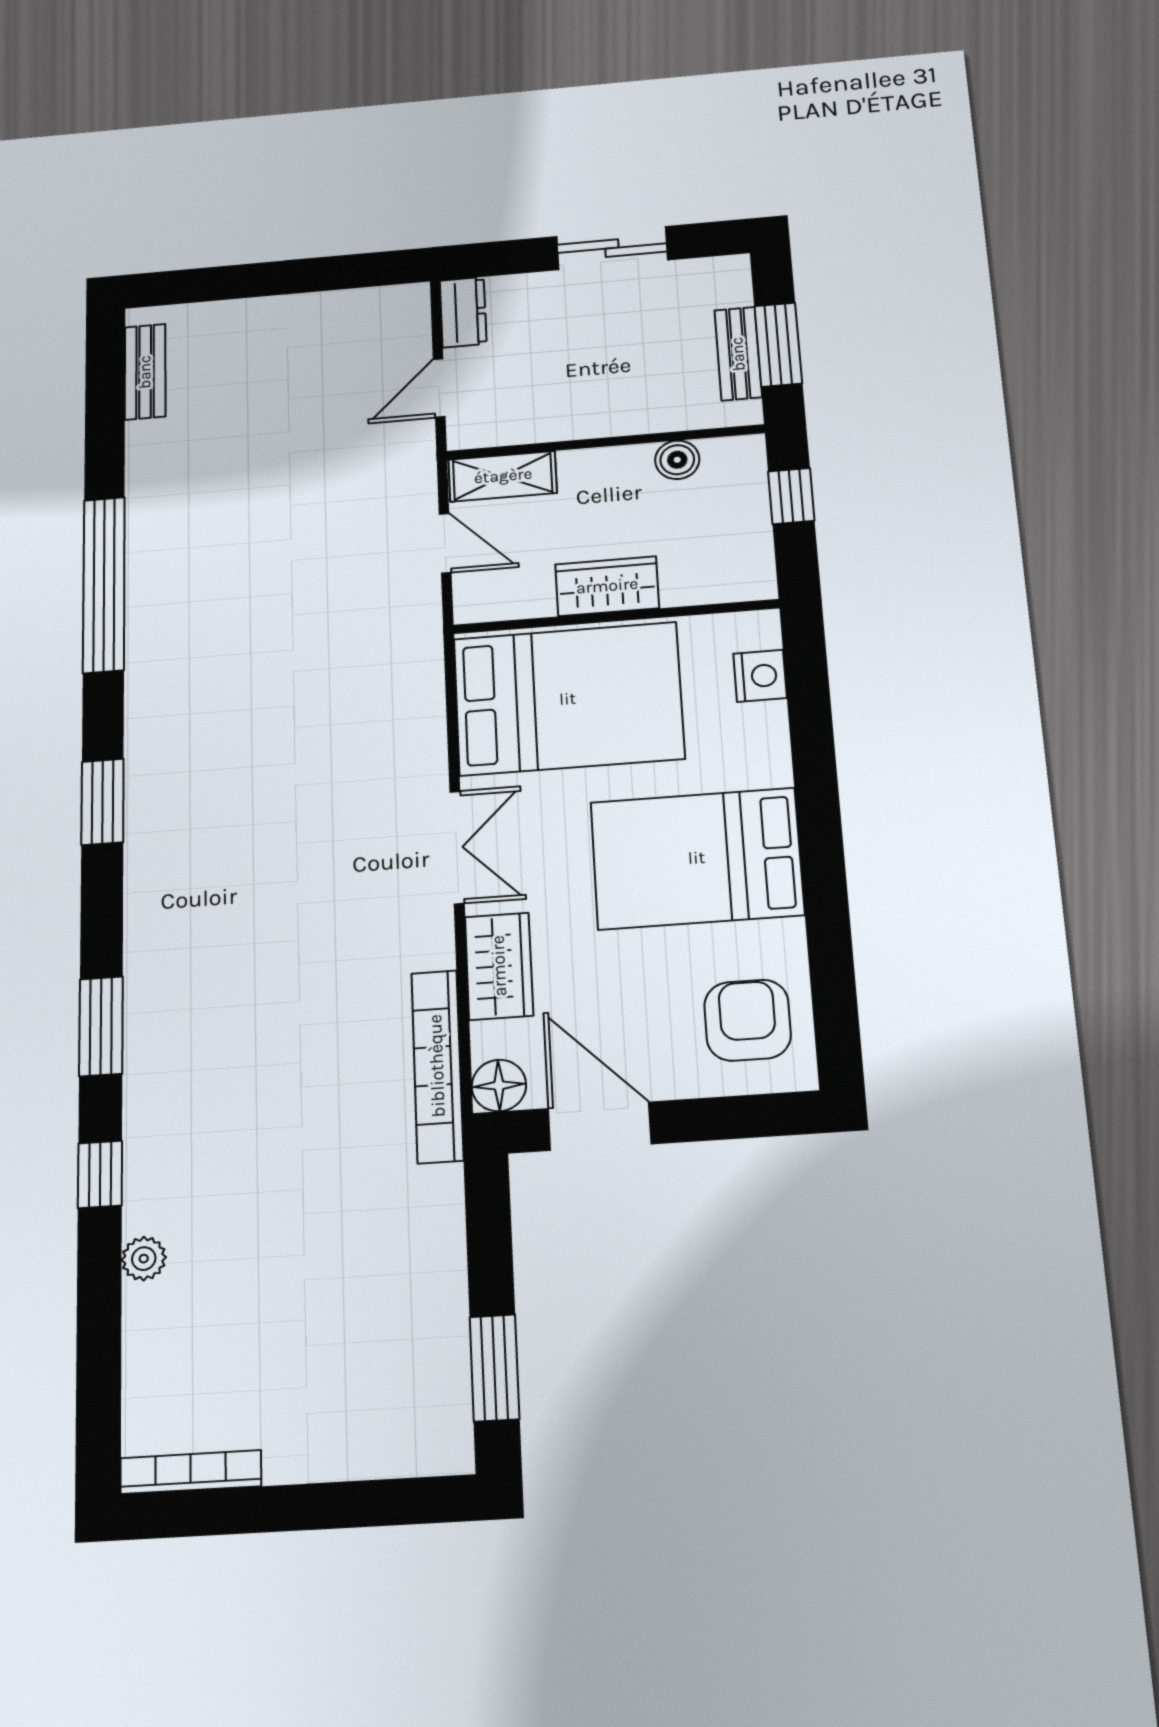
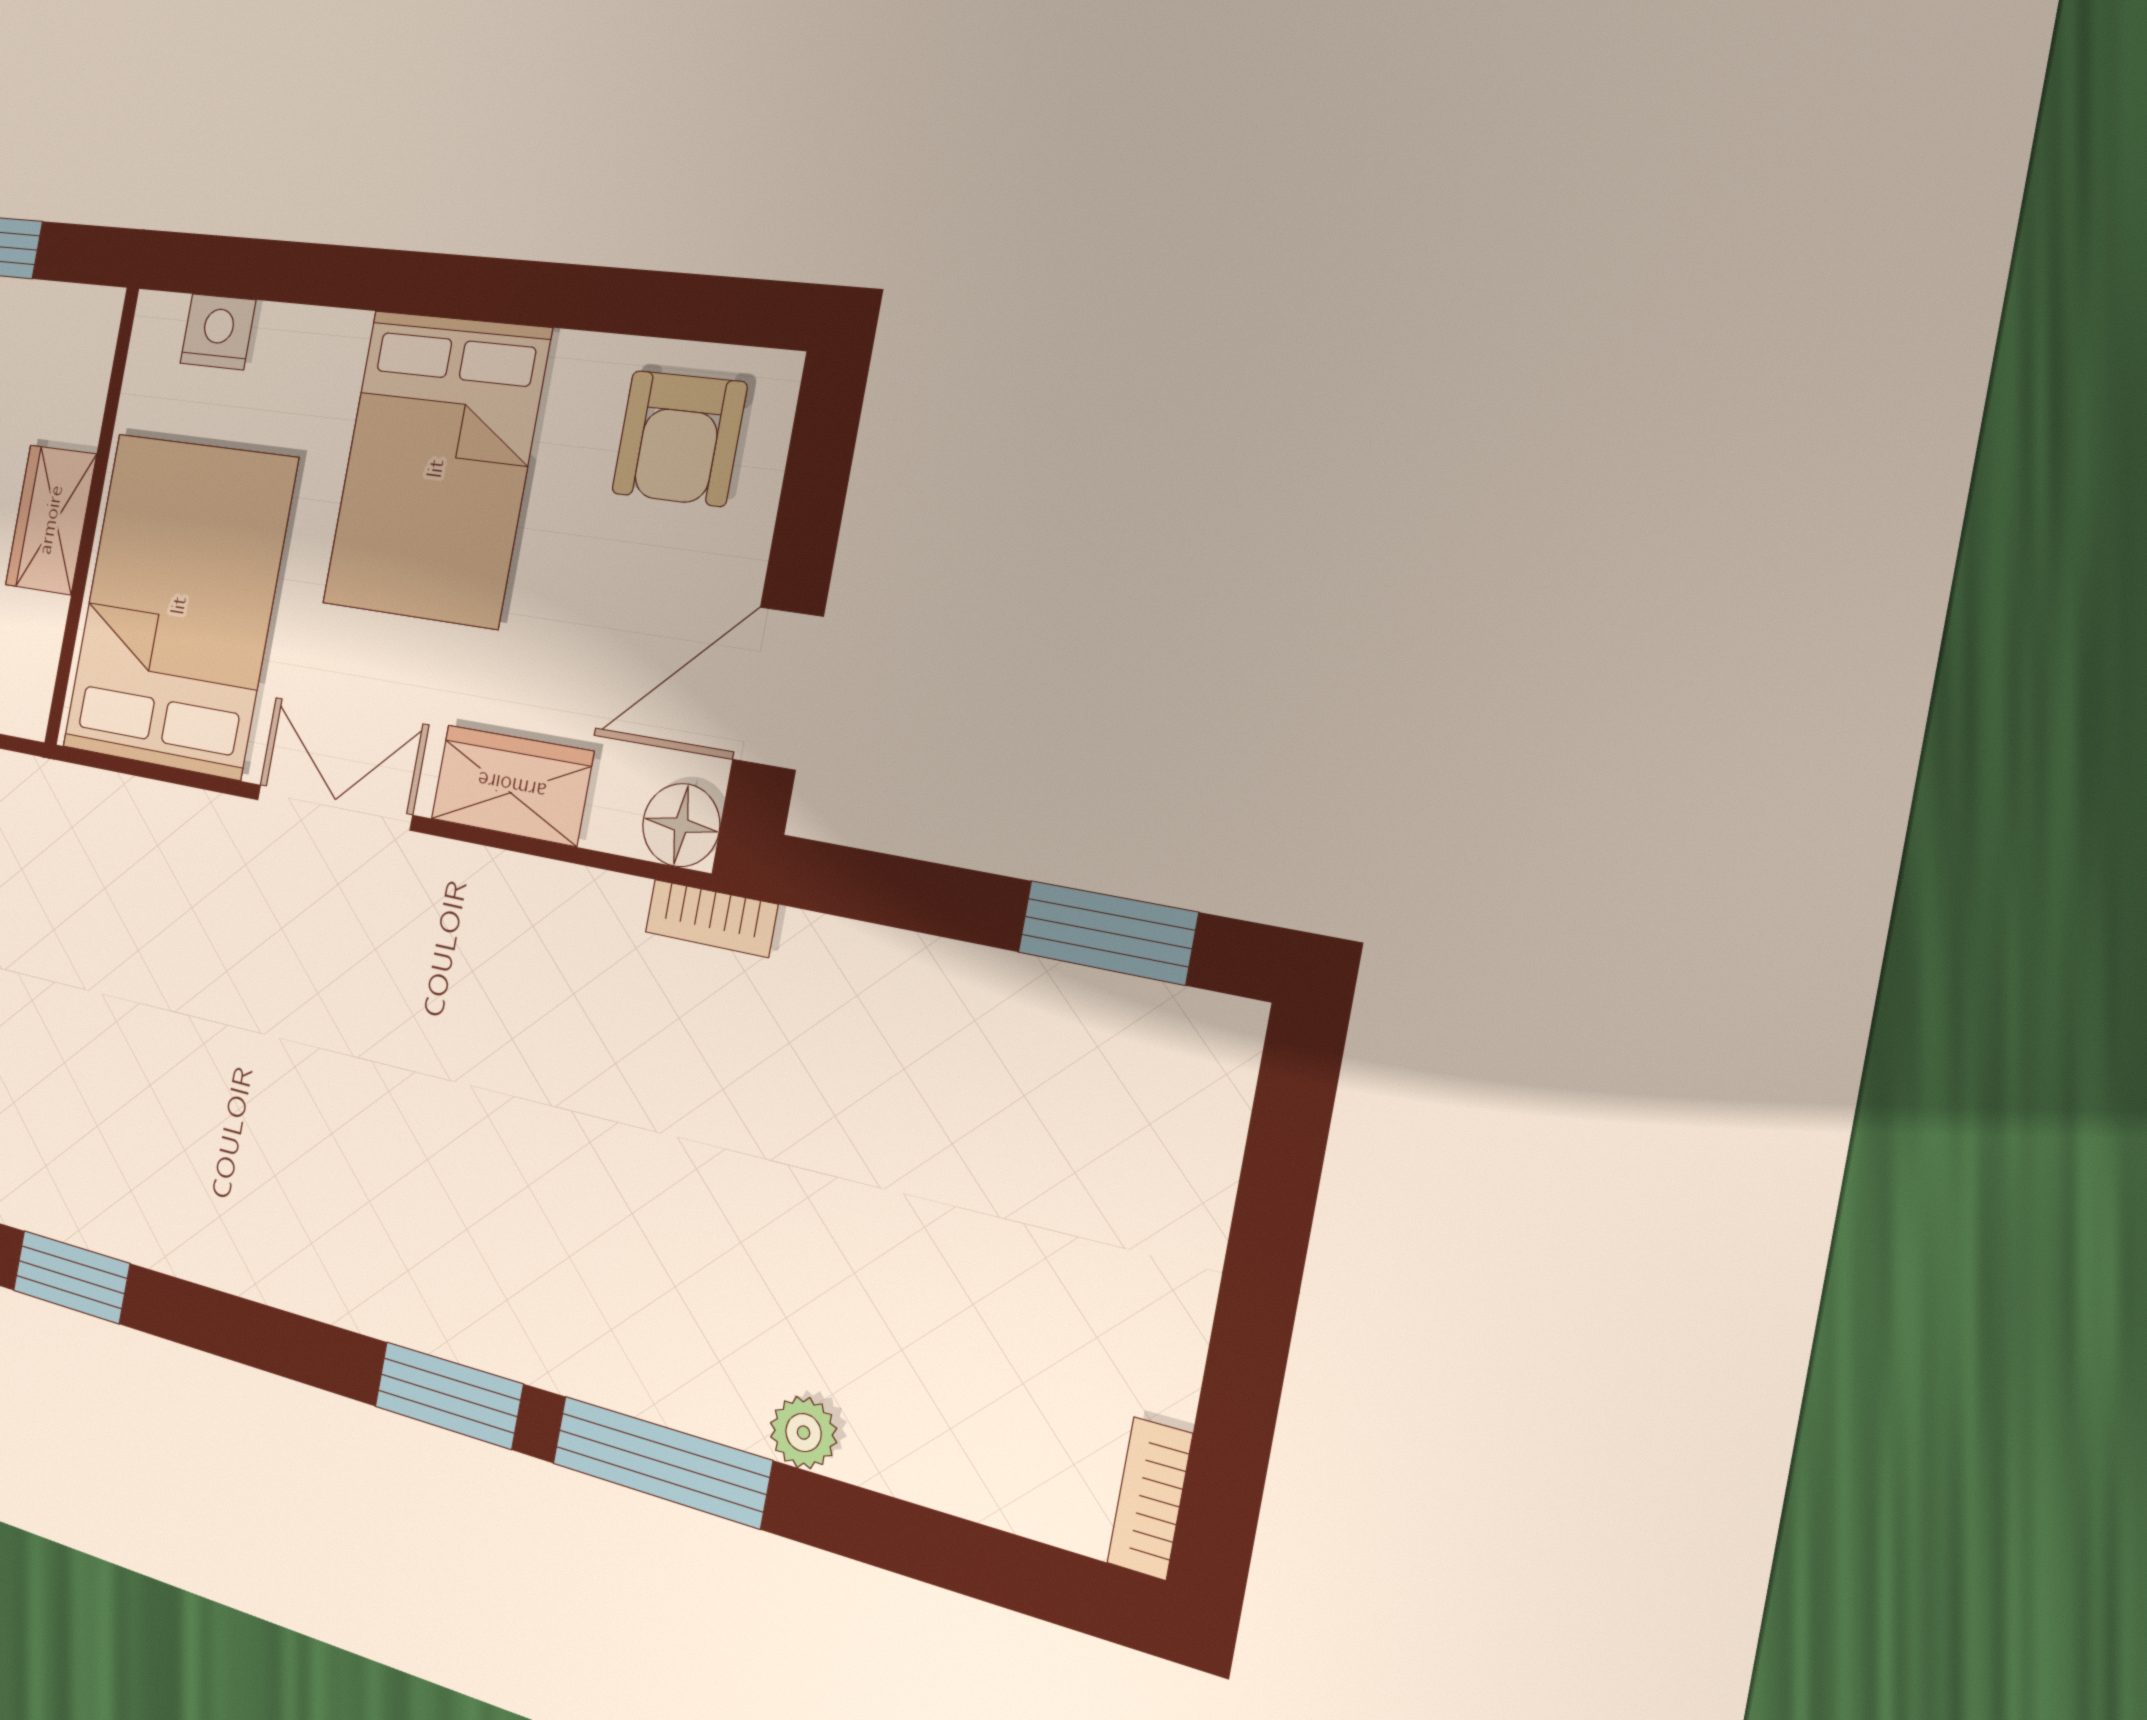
window: (102, 802) -> (71, 1277), moved
armchair: (748, 1020) -> (679, 438), turned -90
bookcase: (437, 1066) -> (711, 918), width x0.43, depth x0.76
window: (100, 1174) -> (661, 1462), width x2.17
bookcase: (191, 1472) -> (1150, 1498), width x0.64

